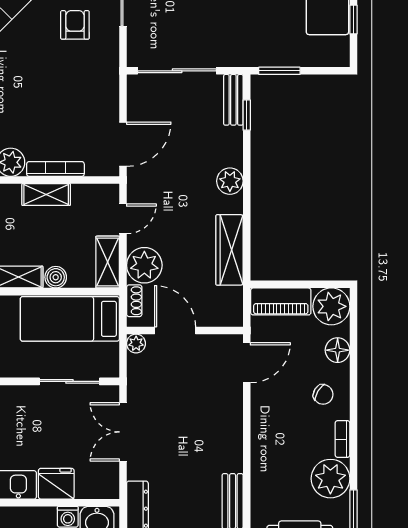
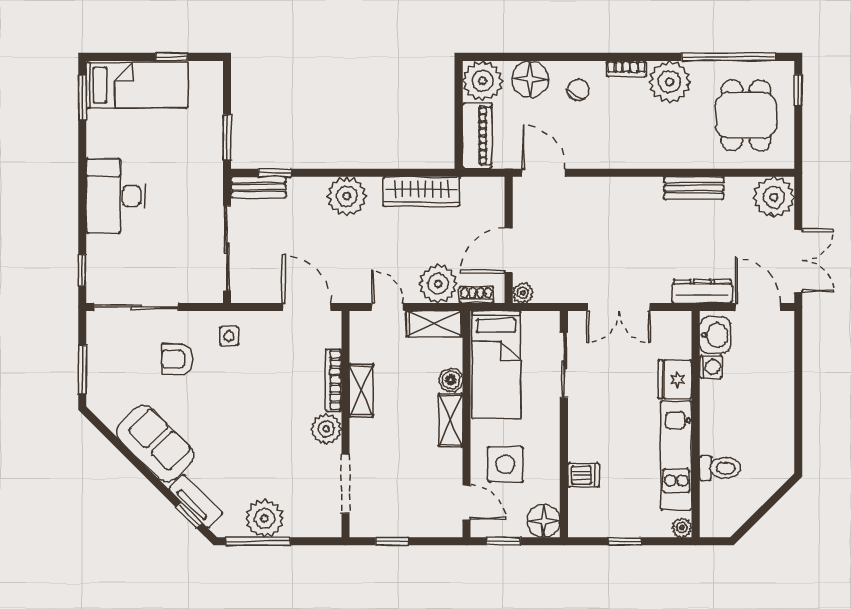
side table: (96, 73) -> (229, 336), added
plant: (230, 181) -> (347, 196), width x1.36, depth x1.36
floor lamp: (338, 350) -> (530, 79), width x1.38, depth x1.38

